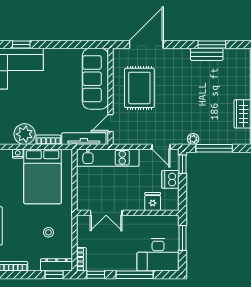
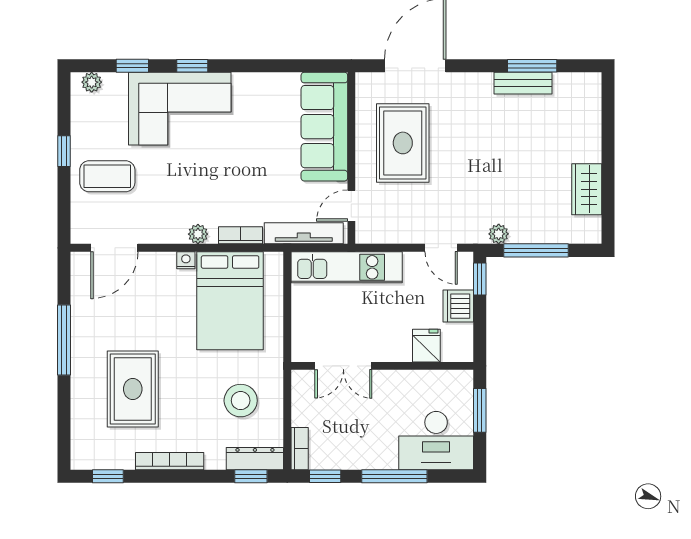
plant: (25, 134) -> (198, 234), width x0.53, depth x0.53
stool: (48, 232) -> (241, 401), width x1.89, depth x1.89

